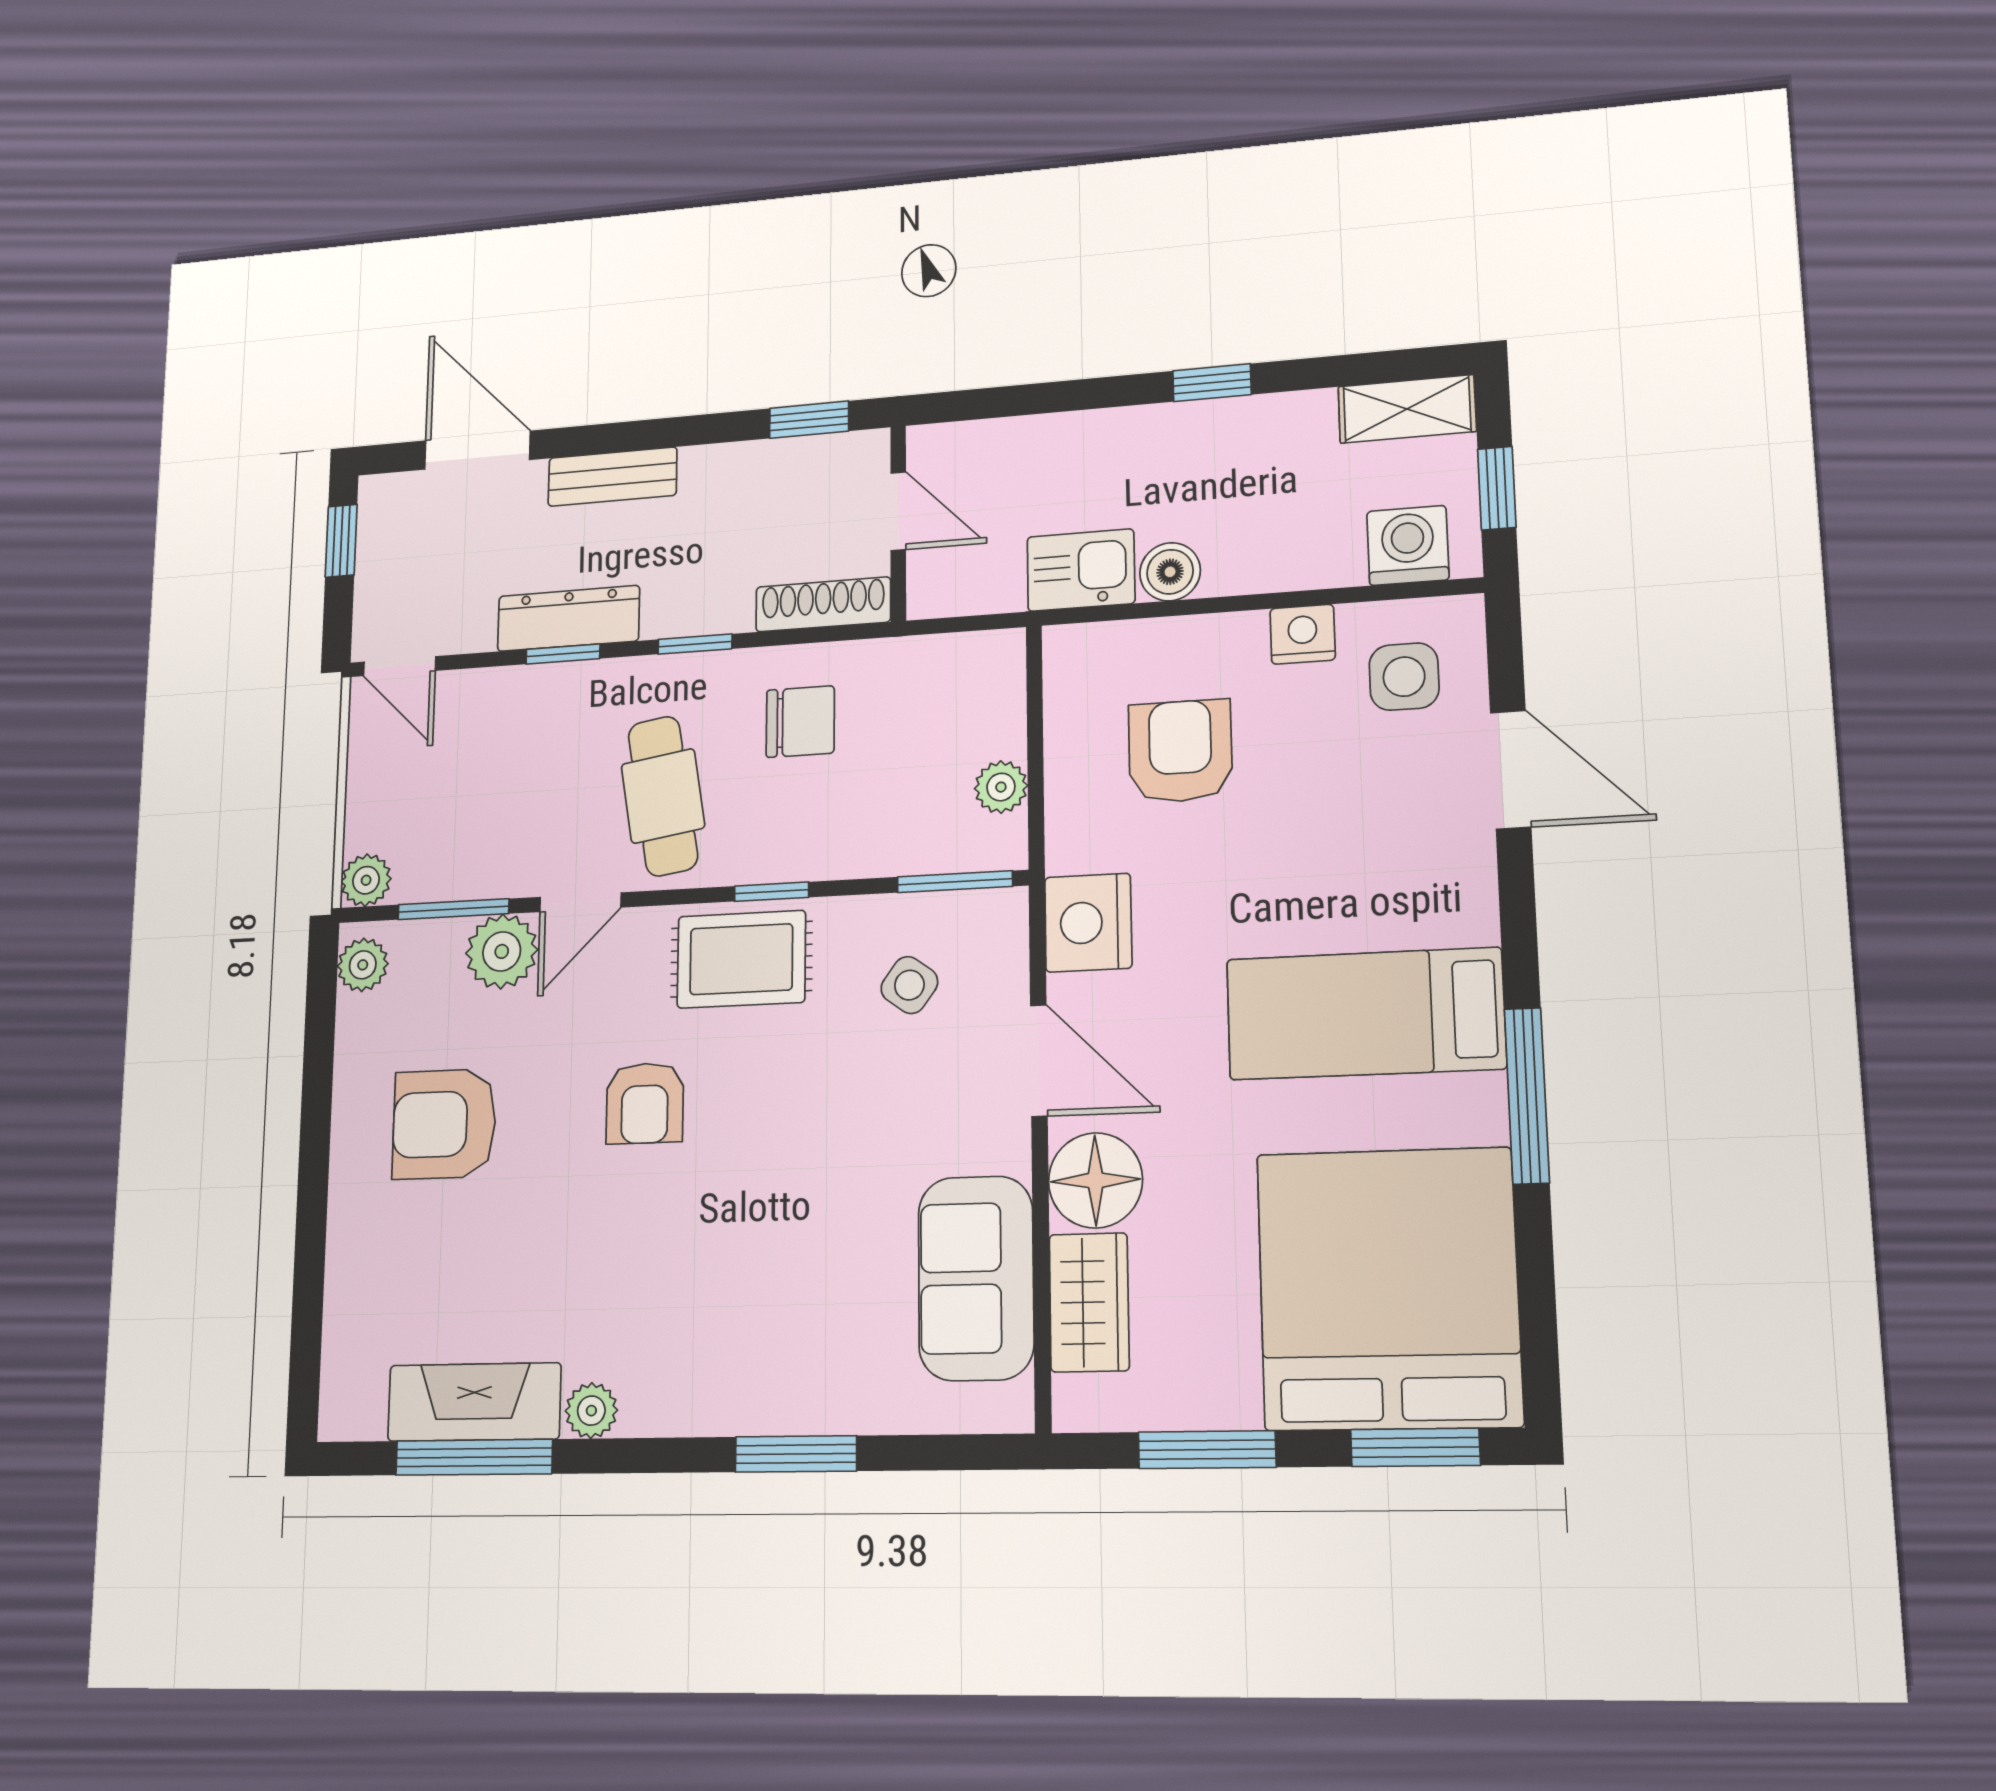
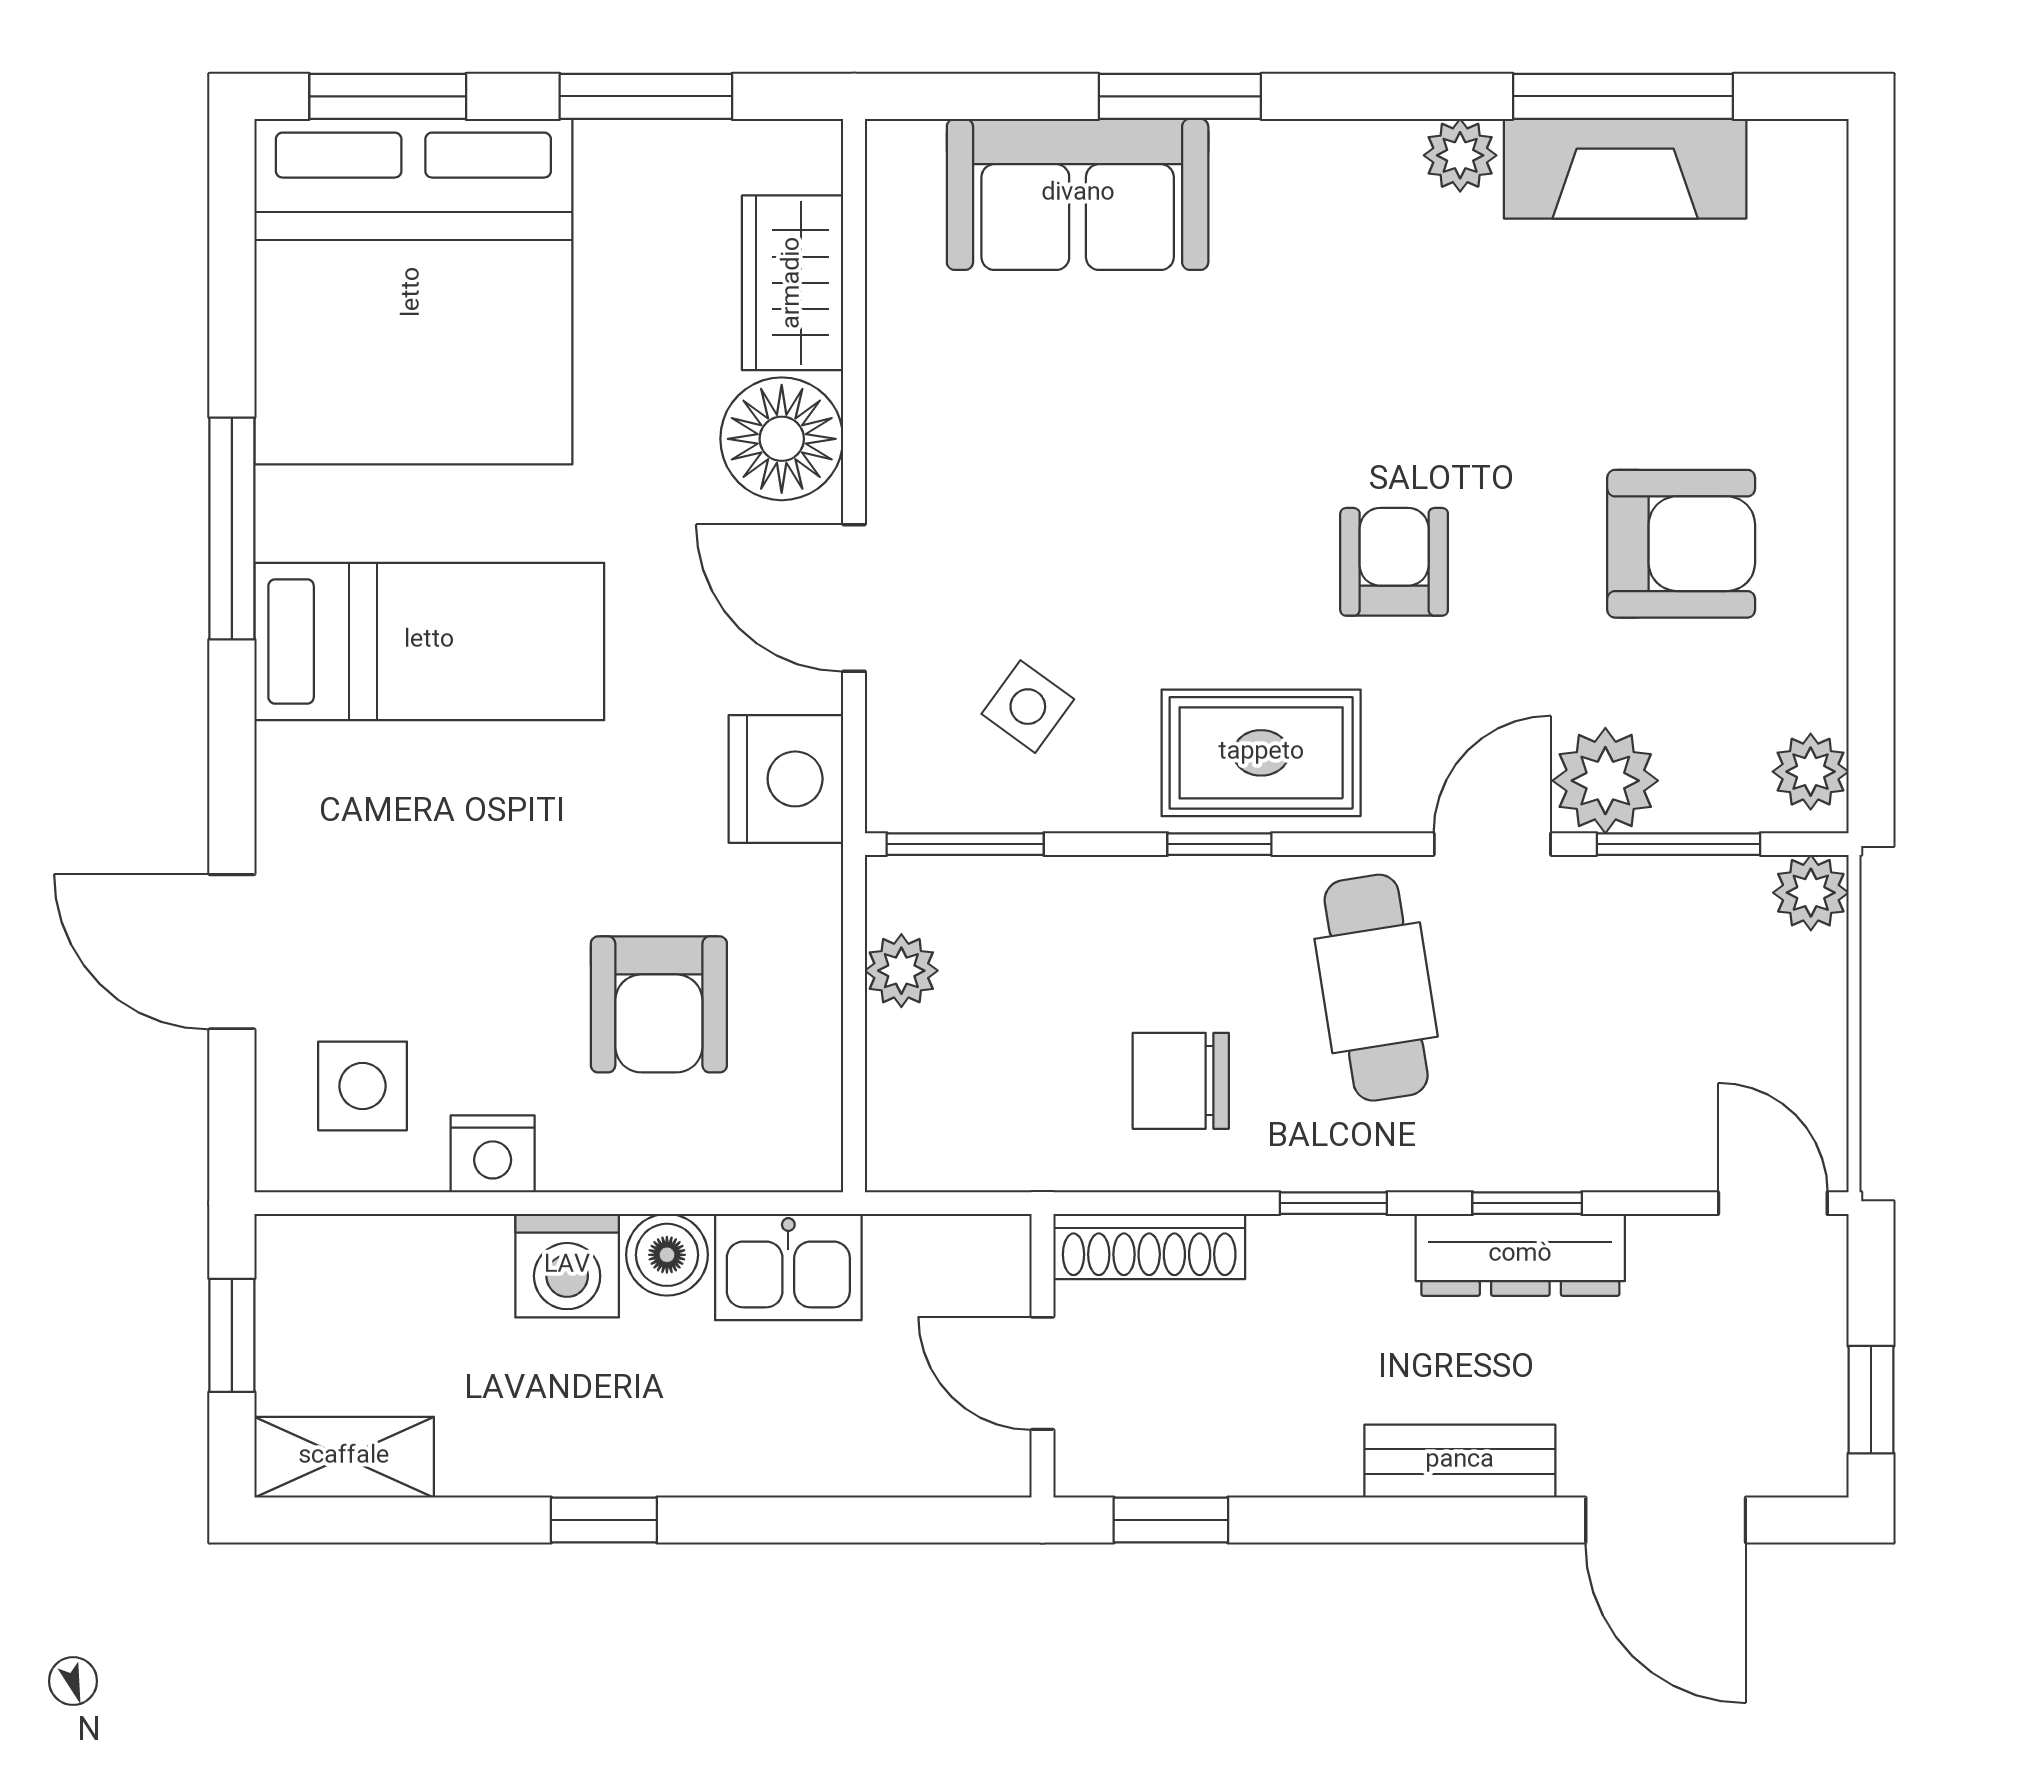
washing machine: (1408, 545) -> (567, 1266), moved
sofa: (976, 1278) -> (1078, 194), moved, turned 90

